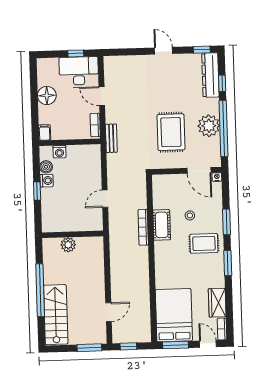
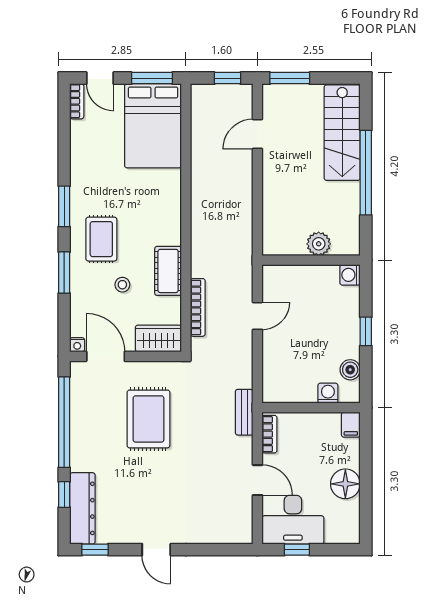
plant: (209, 126) -> (87, 427), removed
washing machine: (47, 181) -> (350, 275), moved
bookcase: (143, 227) -> (198, 307), moved
rug: (204, 243) -> (101, 239), turned 90
wardrobe: (217, 303) -> (158, 338), moved, turned -90

